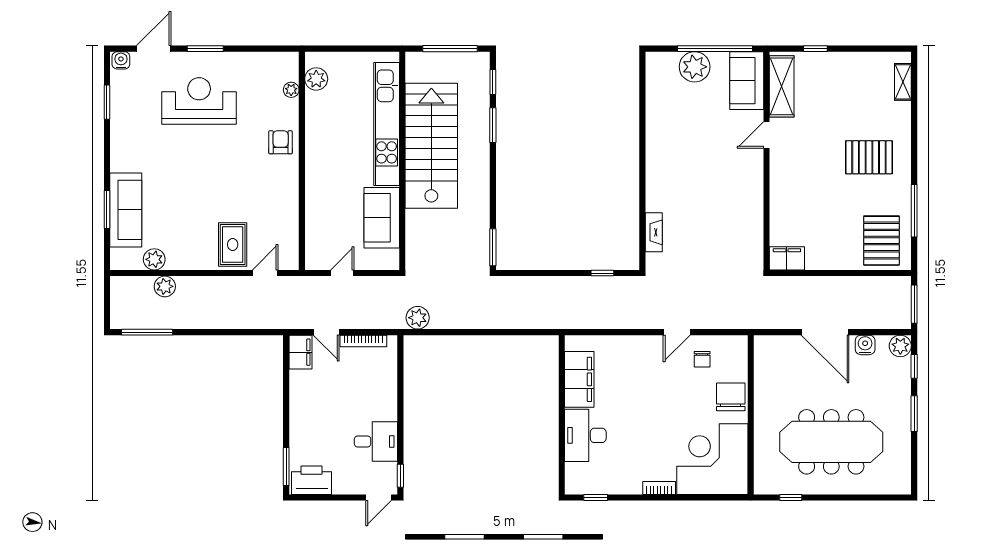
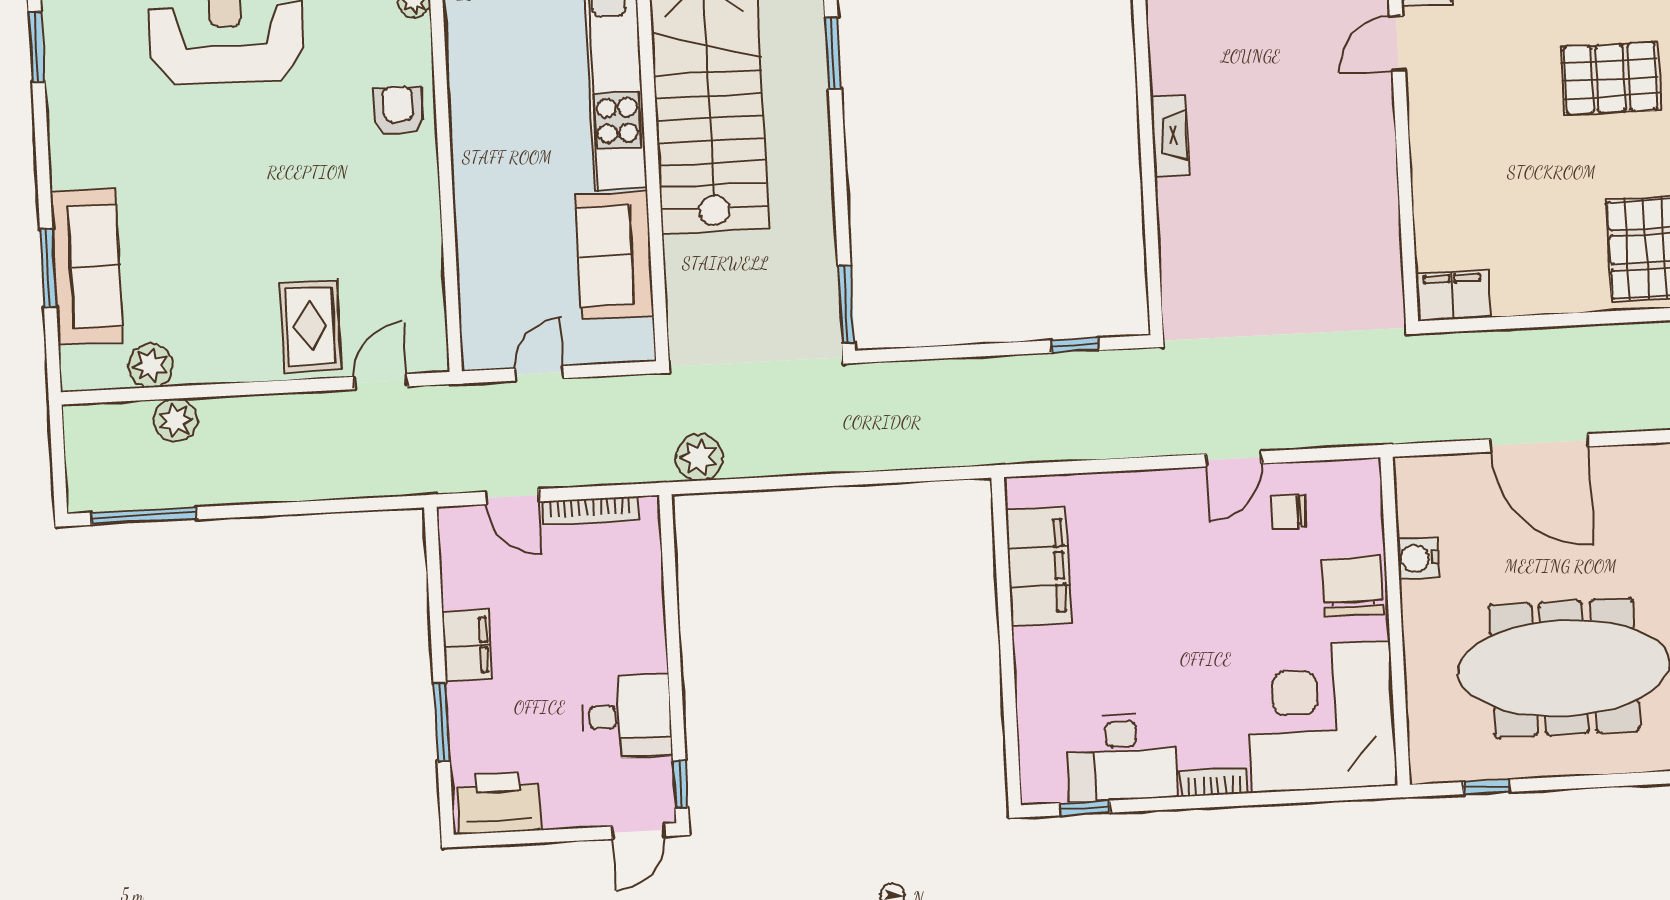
fireplace: (654, 232) -> (1170, 136), moved
water cooler: (865, 345) -> (1418, 558), moved, turned -90
filing cabinet: (300, 352) -> (467, 645), moved
chair: (702, 359) -> (1289, 512), turned 90
desk: (585, 435) -> (1122, 757), moved, turned -90
window: (286, 467) -> (442, 722), moved

